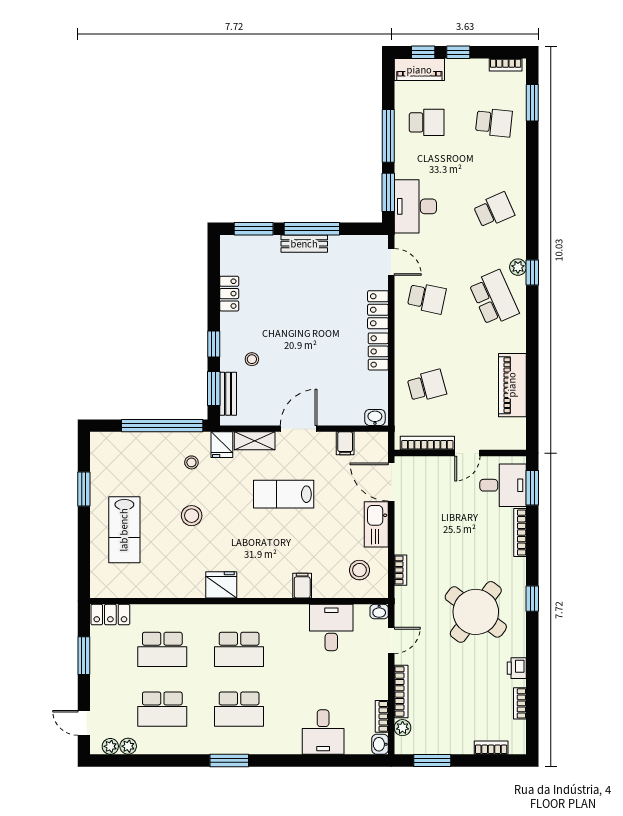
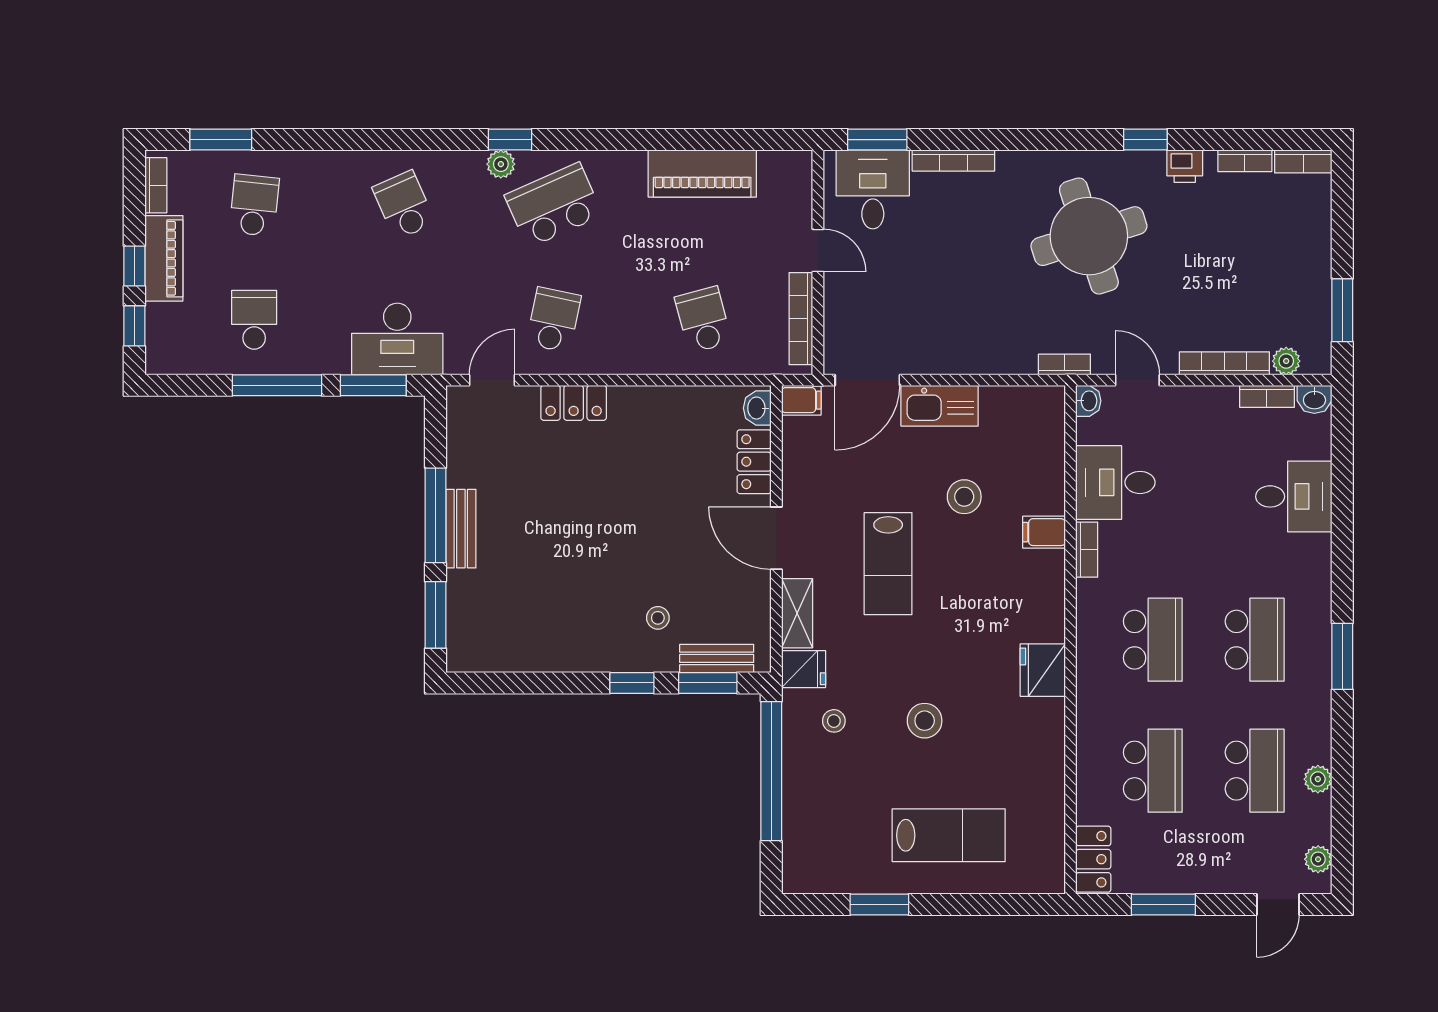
piano: (419, 70) -> (164, 258), moved
locker: (229, 294) -> (546, 657), removed
locker: (378, 351) -> (754, 462), moved, turned 90
filing cabinet: (345, 443) -> (801, 400), moved
stool: (359, 570) -> (964, 497), moved
bookcase: (400, 570) -> (1064, 365), moved
window: (532, 599) -> (1145, 140), moved
bookcase: (292, 611) -> (1087, 550), added
round table: (476, 612) -> (1089, 236), turned 35
plant: (128, 746) -> (1318, 779), moved
bookcase: (491, 748) -> (1303, 161), moved, turned -90

